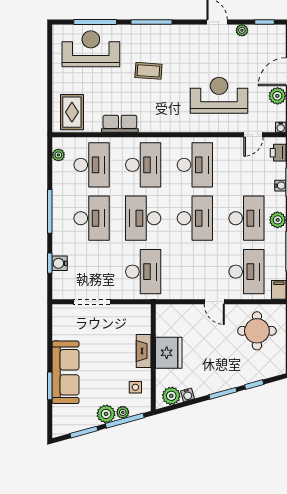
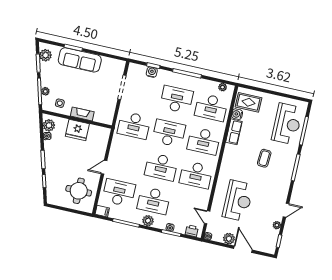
water cooler: (93, 125) -> (237, 114), added
desk: (92, 218) -> (176, 99), turned 180
desk: (247, 272) -> (119, 193), turned 180
plant: (106, 414) -> (45, 55), moved

